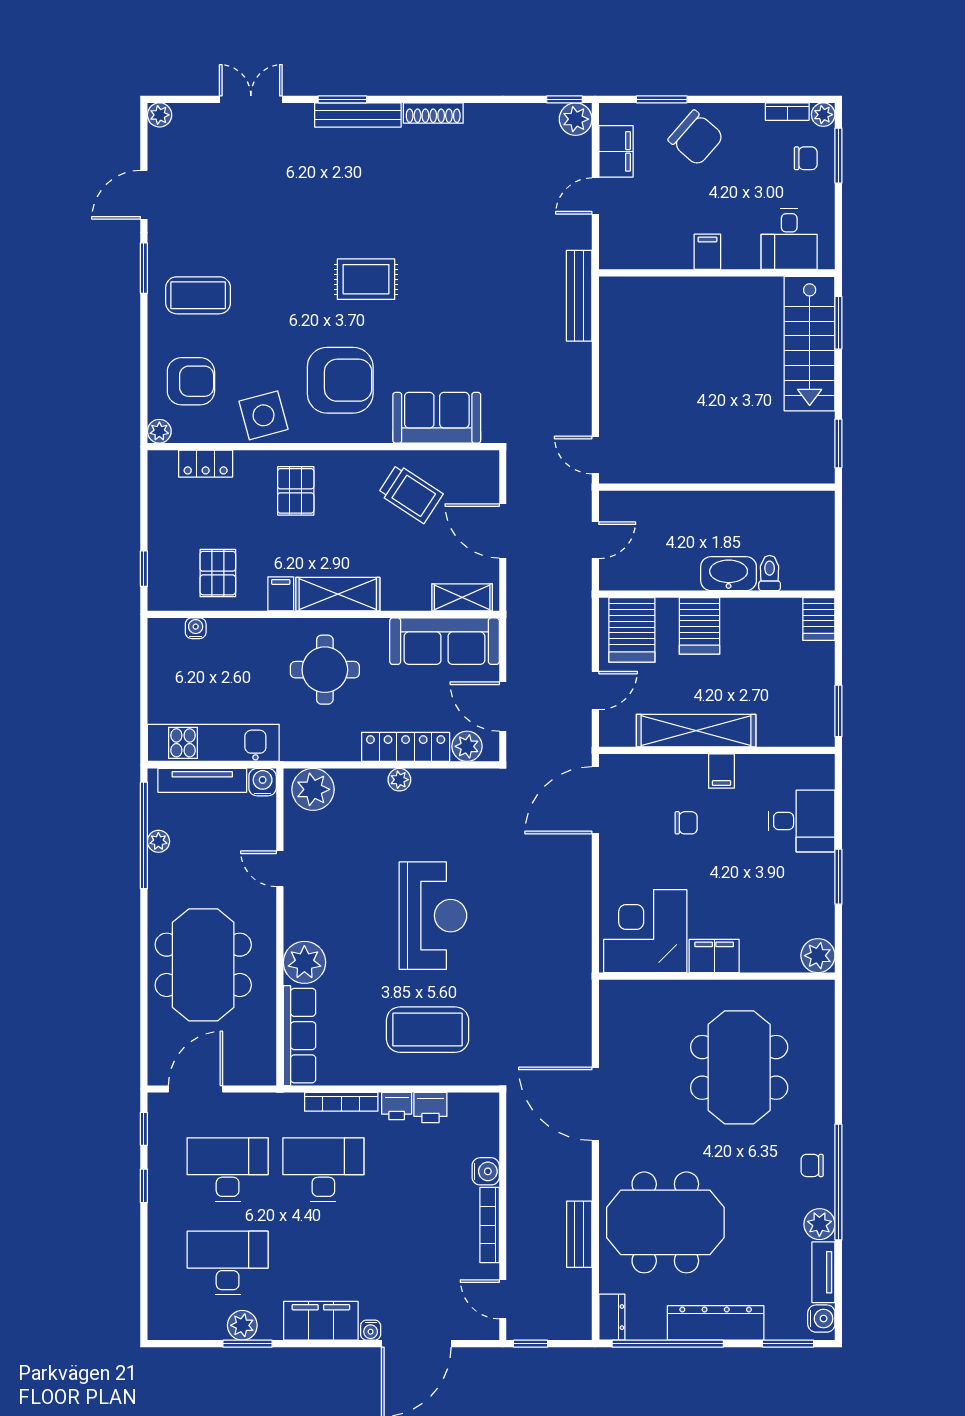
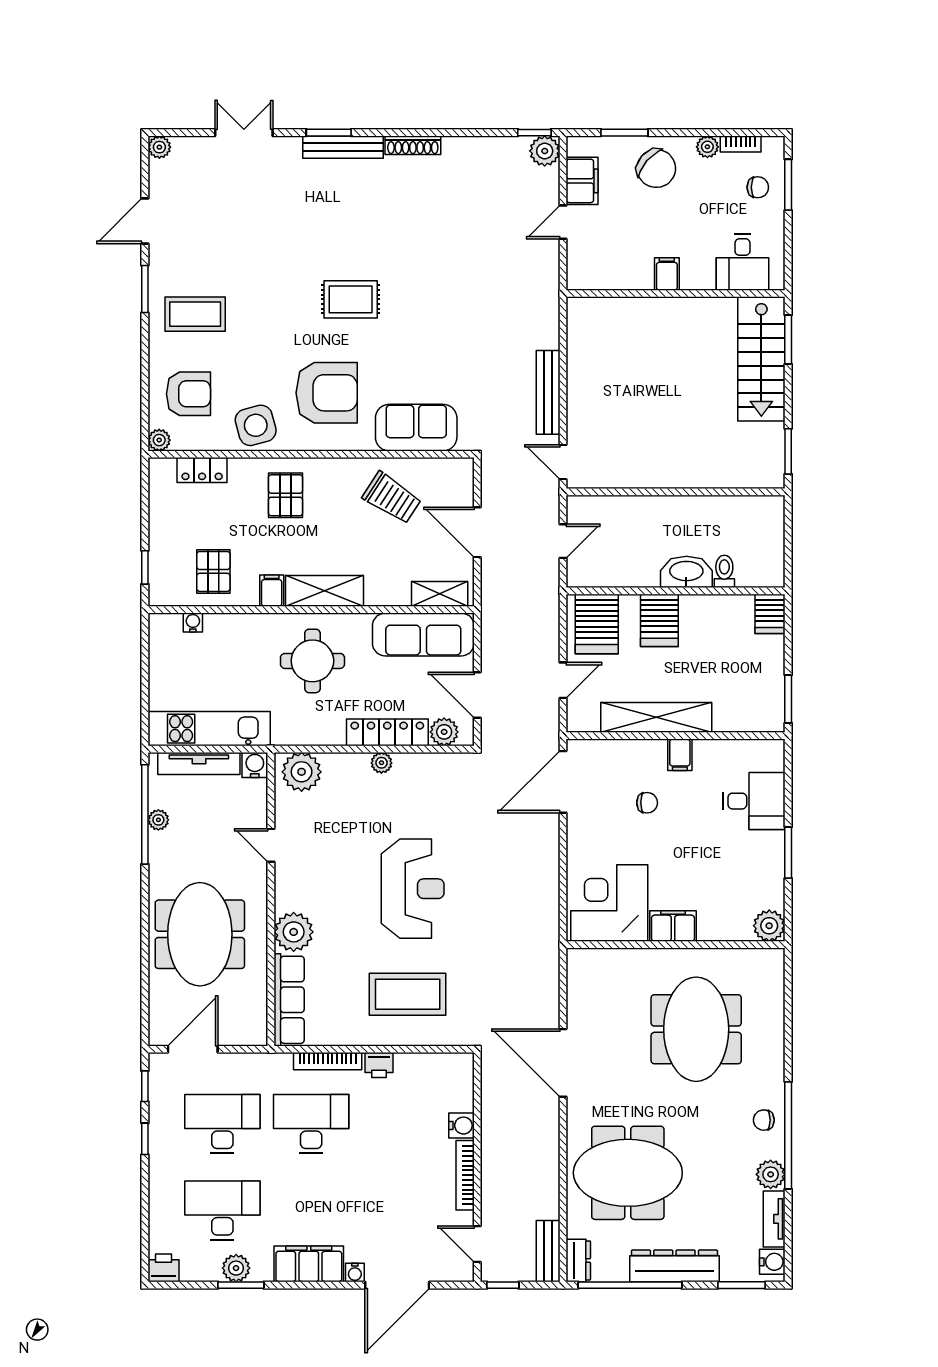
plant: (823, 115) -> (707, 147), moved
bench: (579, 296) -> (548, 392), moved
printer: (430, 1107) -> (163, 1268), moved, turned 180
bench: (579, 1234) -> (548, 1251), moved

